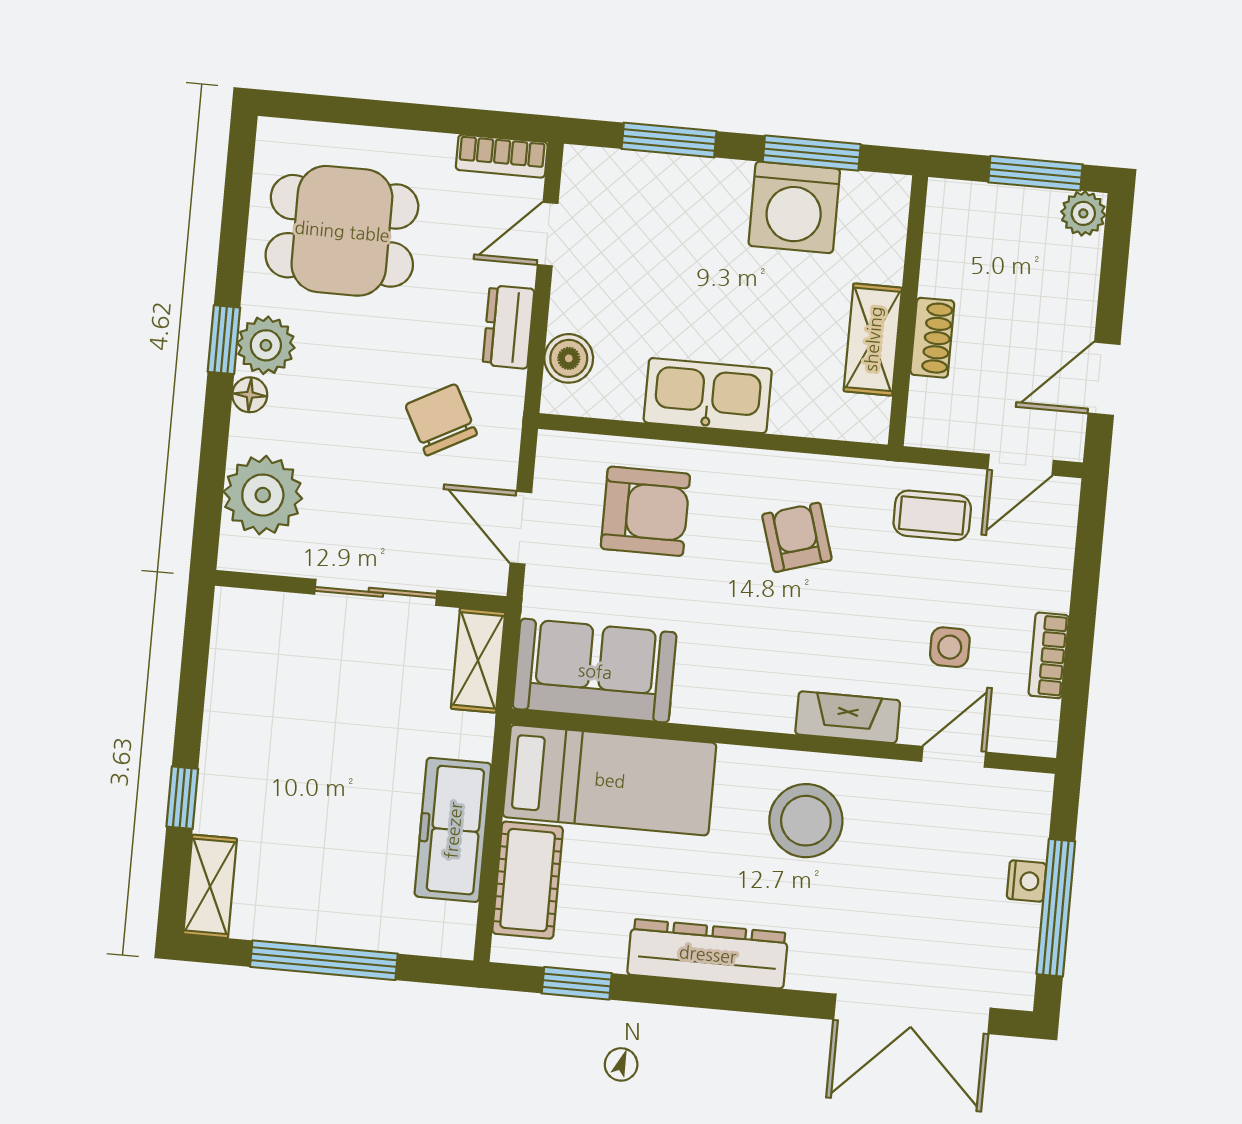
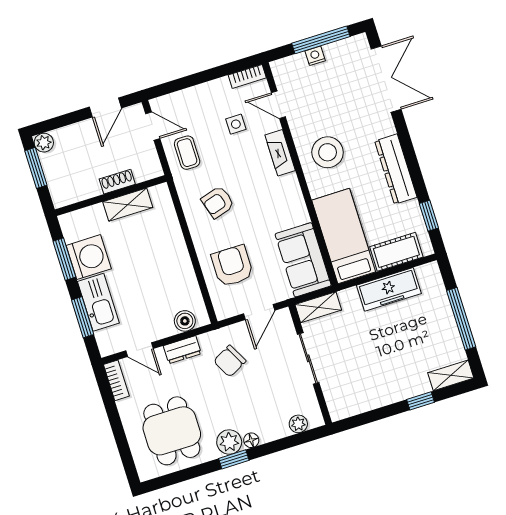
door: (1104, 379) -> (105, 107), hinge flipped
kitchen sink: (708, 396) -> (98, 302), moved, turned 180
plant: (263, 495) -> (298, 424), width x0.53, depth x0.53
bookcase: (1049, 655) -> (247, 76), moved

